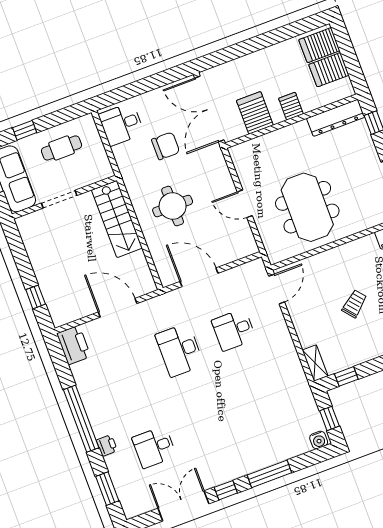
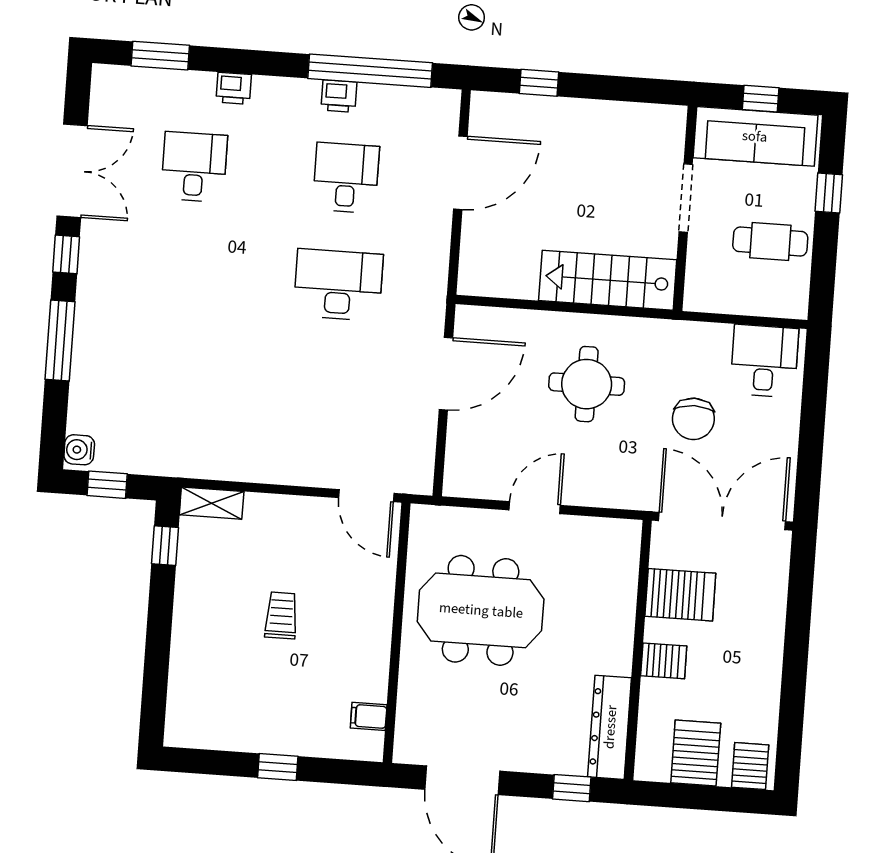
server rack: (319, 45) -> (750, 766), width x0.73, depth x0.70
cafe table: (62, 148) -> (770, 242), turned 90
trolley: (354, 304) -> (281, 615), turned -140
door: (118, 308) -> (460, 173), moved
desk: (234, 330) -> (346, 178), moved
printer: (74, 345) -> (339, 96), moved, width x0.53, depth x0.68
window: (81, 419) -> (370, 71), moved

